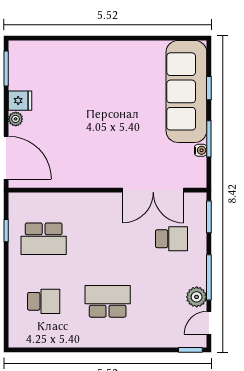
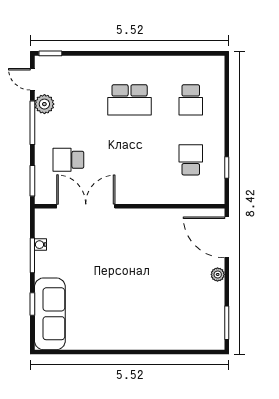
sofa: (186, 91) -> (50, 314), width x0.74, depth x0.79
fridge: (20, 101) -> (213, 292), removed
school desk: (44, 239) -> (191, 160), width x0.54
school desk: (44, 301) -> (191, 100), turned -90
door: (209, 323) -> (32, 79), swing flipped

